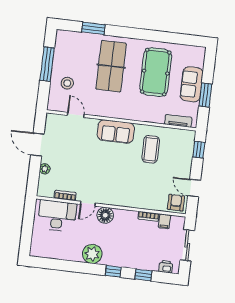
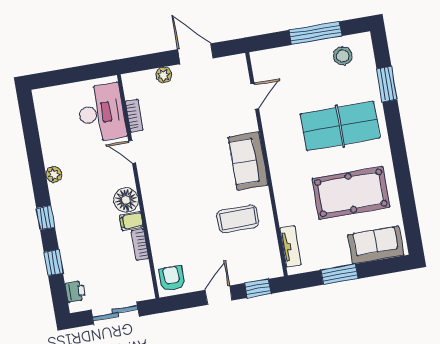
stool: (67, 83) -> (343, 56), moved
sofa: (192, 84) -> (376, 245), moved
door: (37, 145) -> (195, 54), hinge flipped
door: (194, 188) -> (219, 295), moved
armchair: (176, 203) -> (172, 278), turned -90
floor lamp: (105, 215) -> (126, 200), moved
filing cabinet: (164, 221) -> (131, 221), moved
plant: (92, 254) -> (54, 174), width x0.53, depth x0.53

